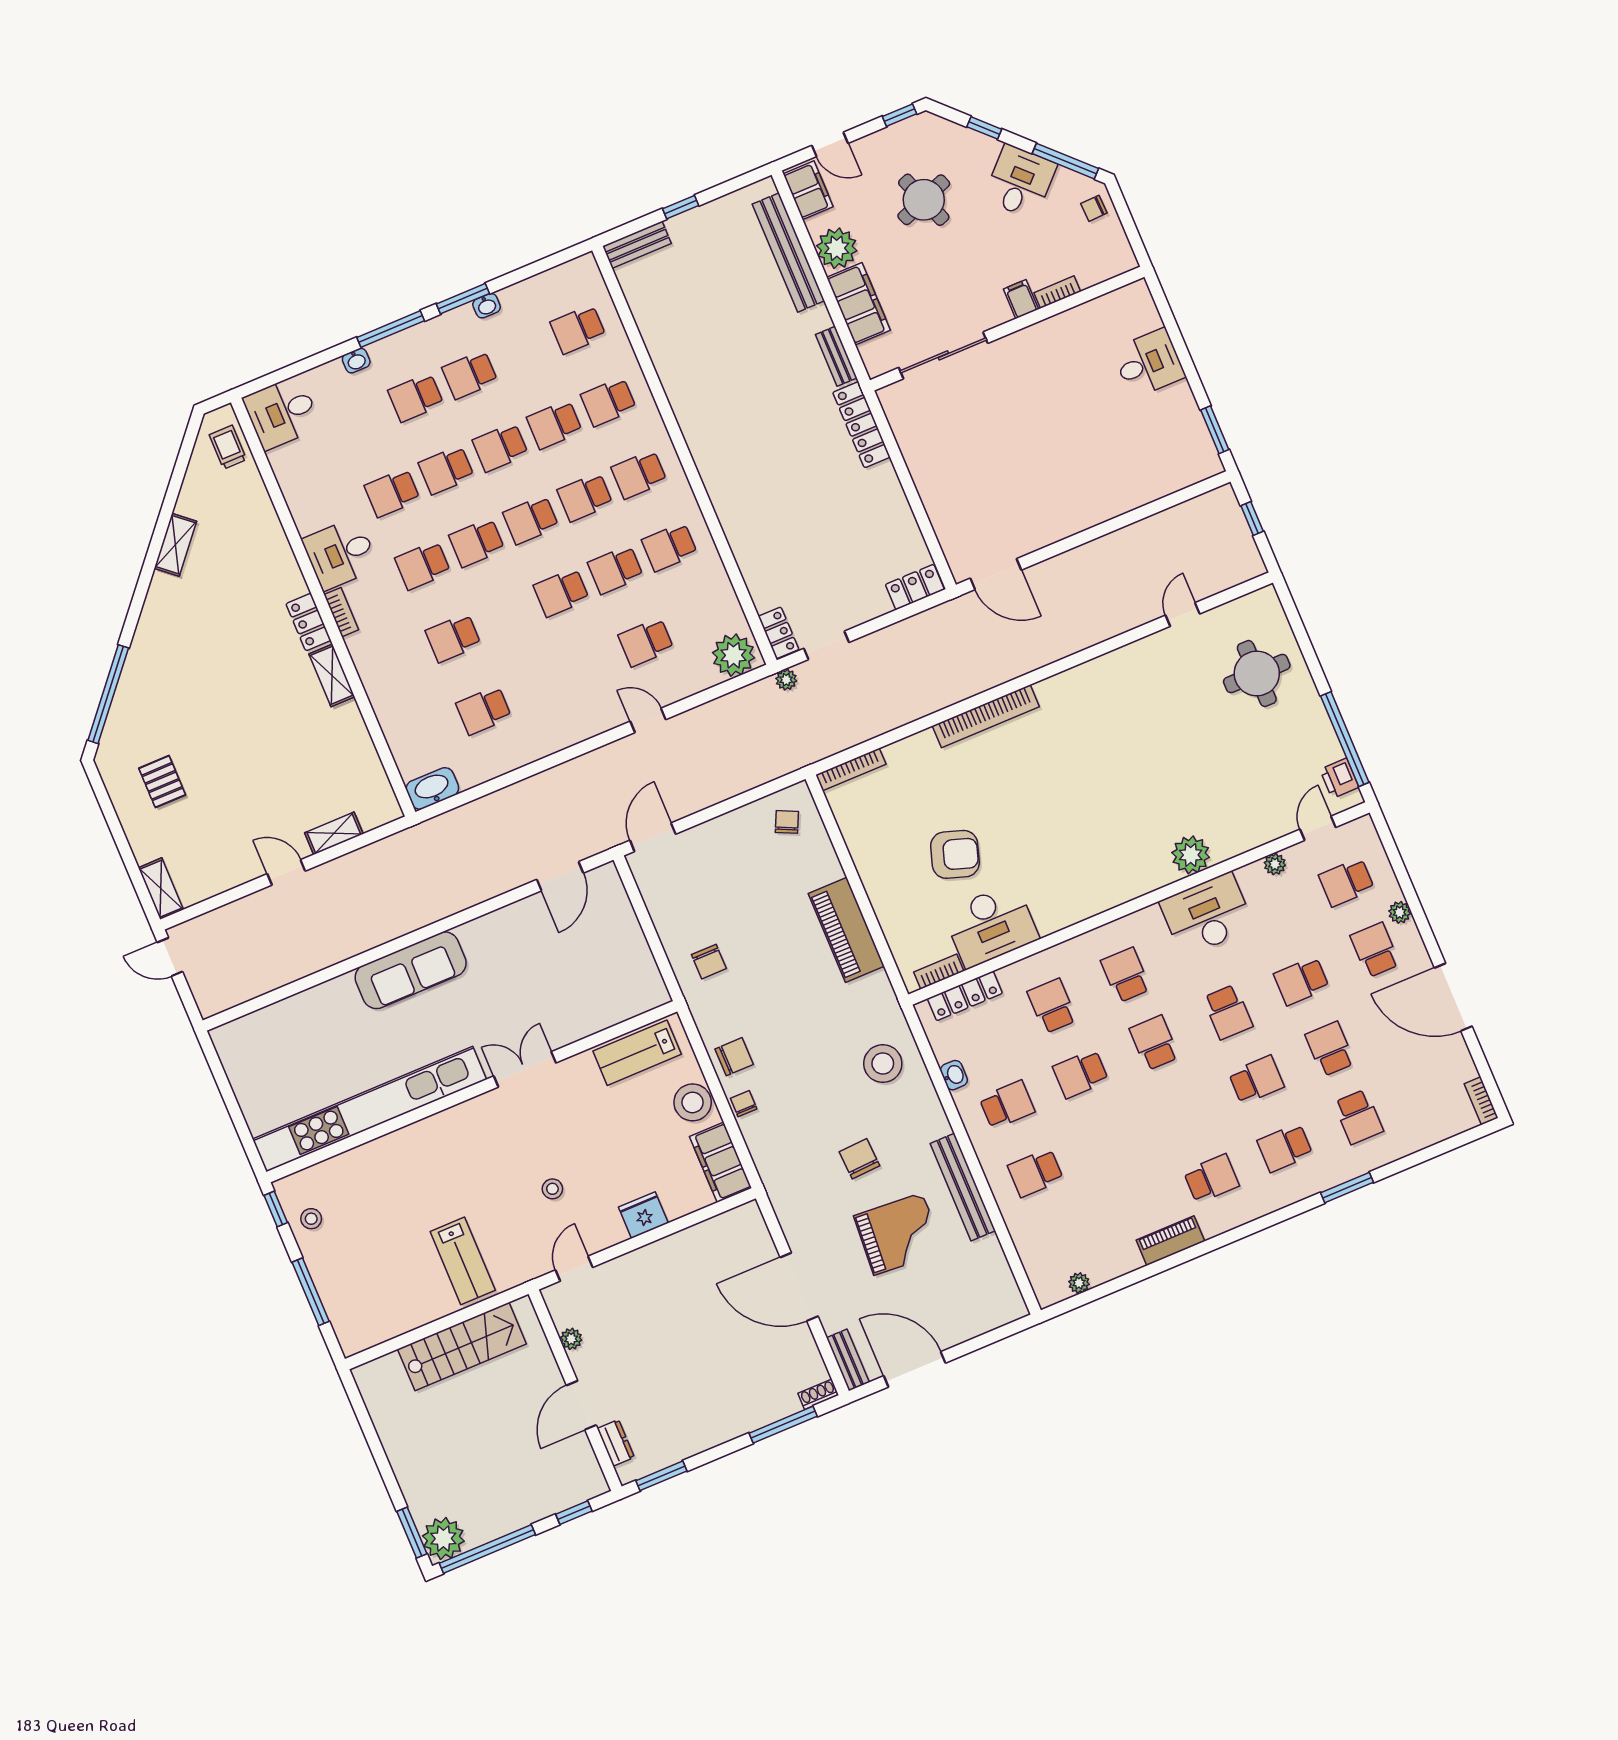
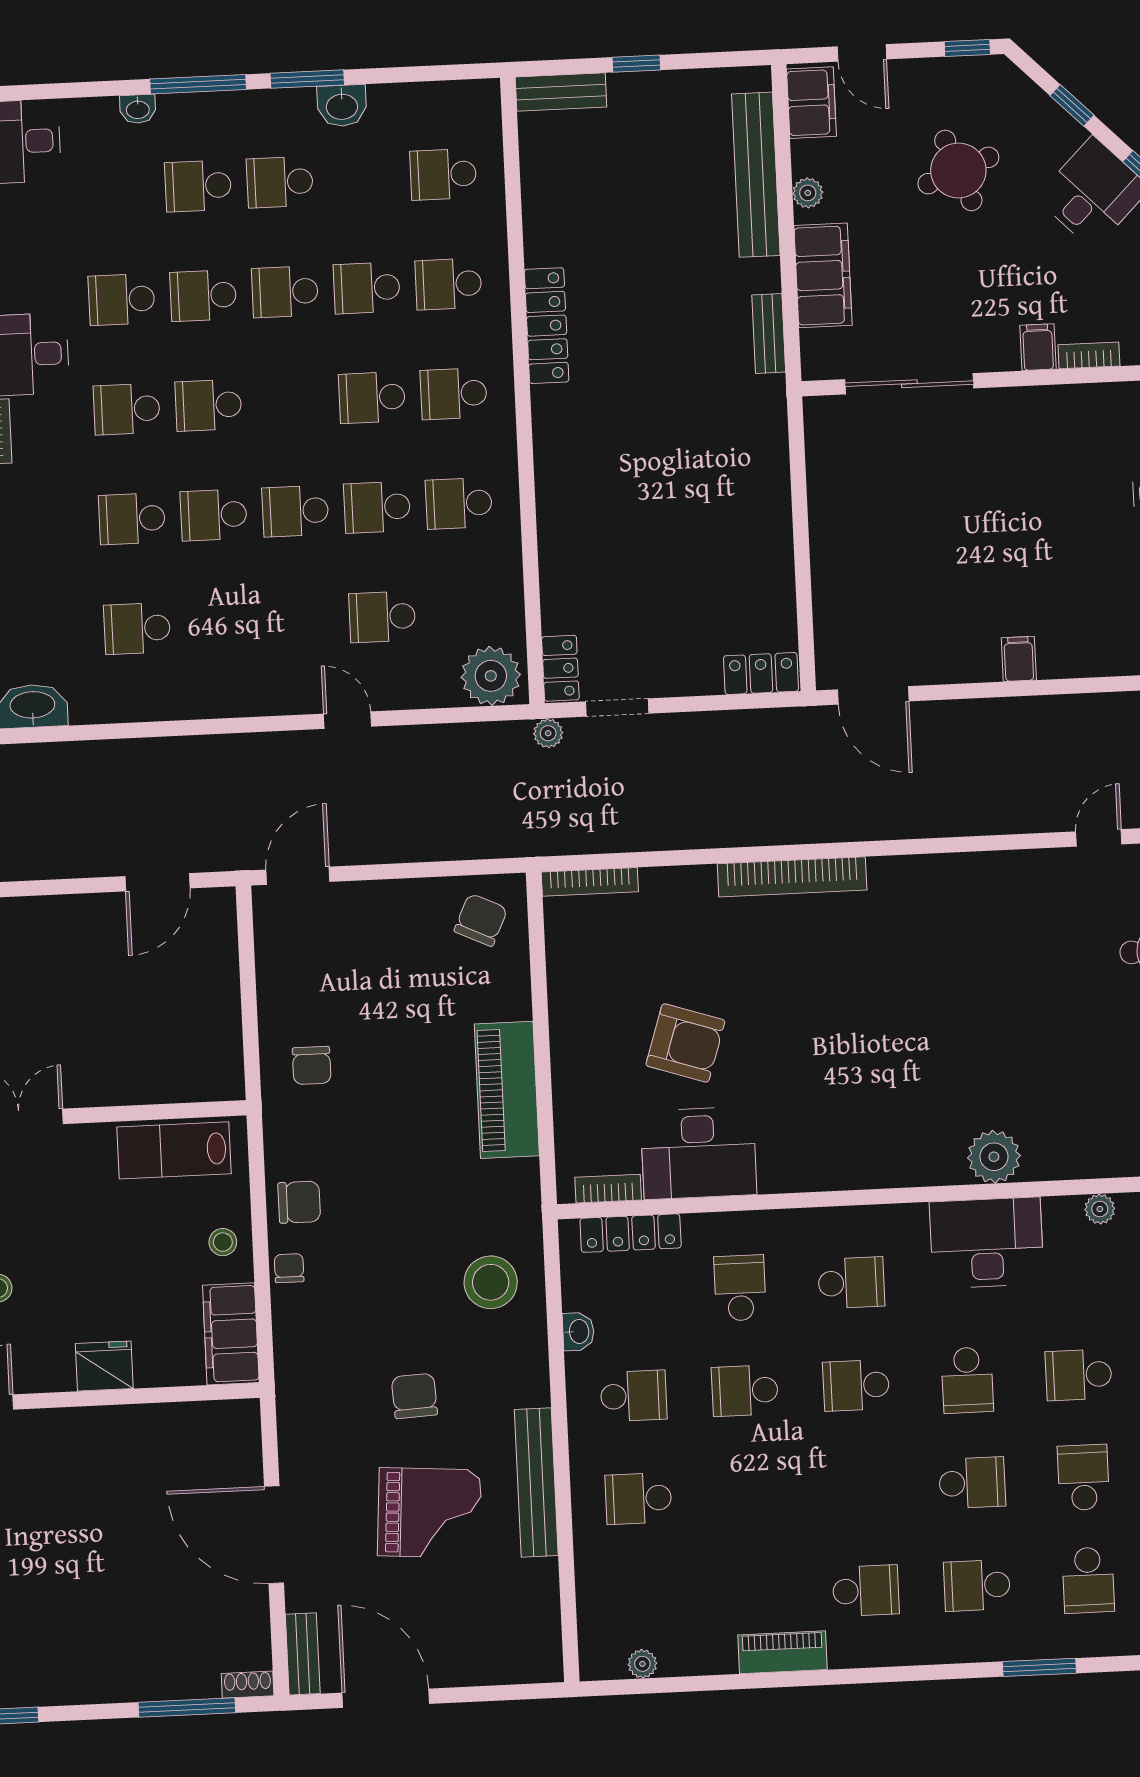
plant: (837, 248) -> (808, 193), width x0.53, depth x0.53
washbasin: (487, 306) -> (342, 106), width x1.38, depth x1.45
locker: (861, 425) -> (547, 326), moved, turned 180
filing cabinet: (1085, 514) -> (1019, 659), added
school desk: (531, 520) -> (214, 515), moved
chair: (787, 822) -> (481, 920), width x1.37, depth x1.37
school desk: (1126, 975) -> (851, 1283), turned 90
school desk: (1154, 1043) -> (856, 1385), turned -90
stool: (693, 1102) -> (223, 1242), width x0.53, depth x0.53

